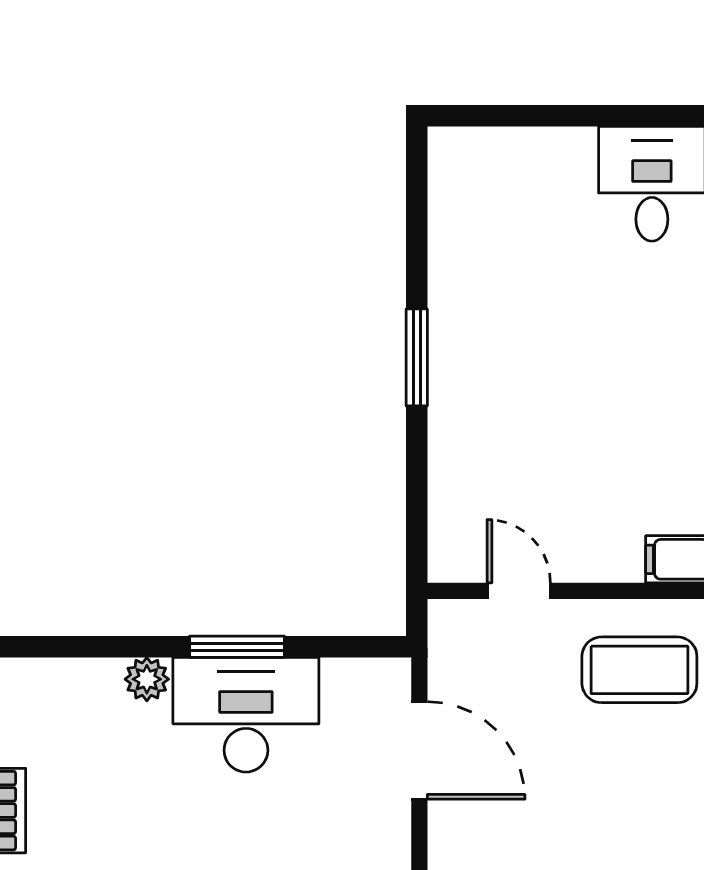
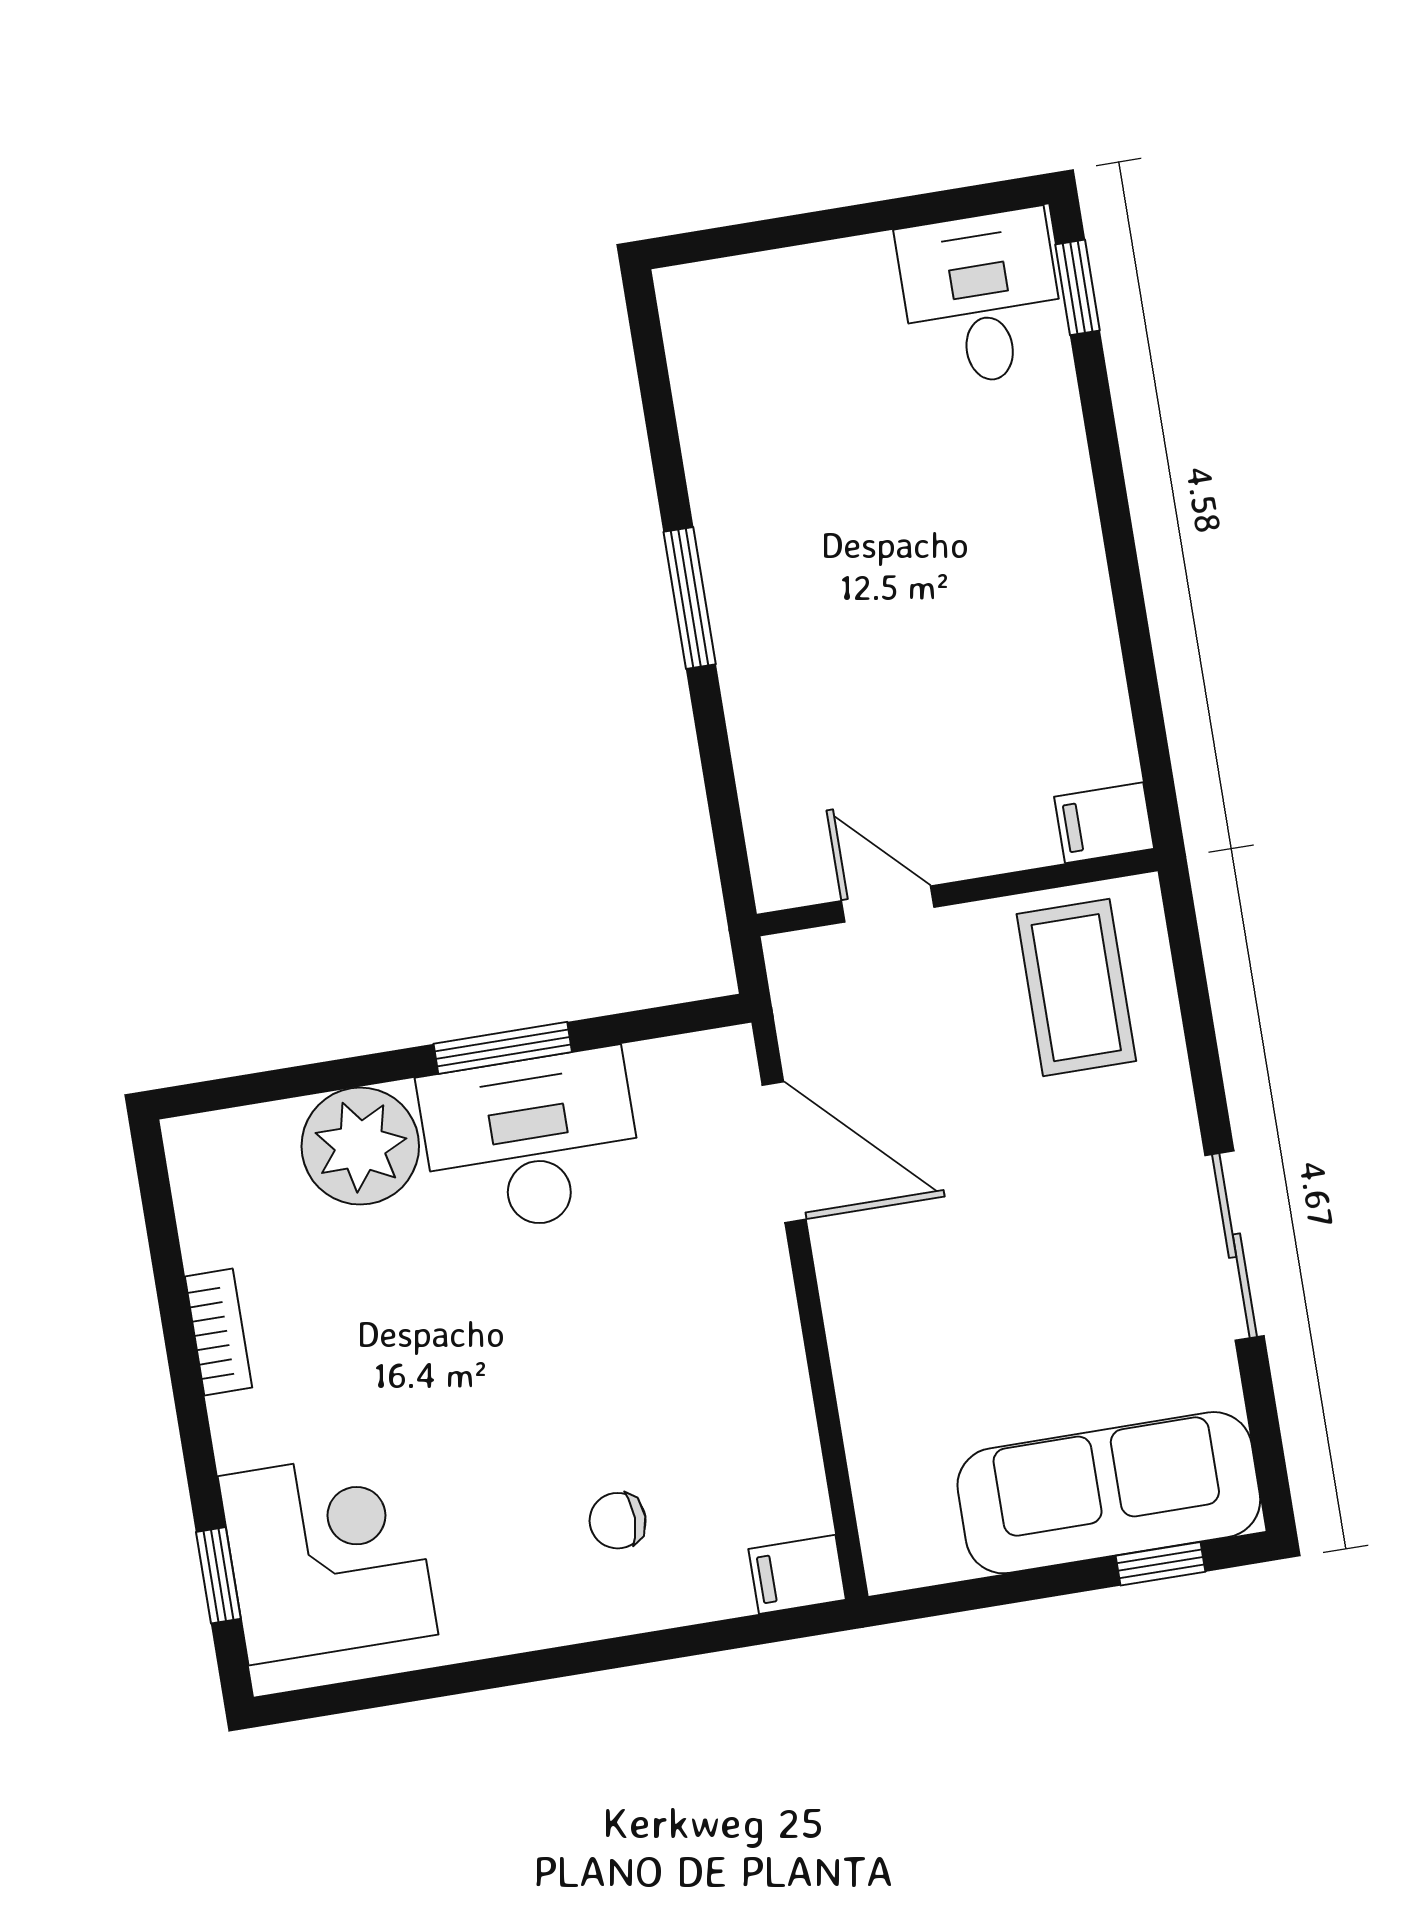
coffee table: (639, 670) -> (1076, 988), turned 90
plant: (147, 679) -> (360, 1146), width x1.88, depth x1.88

